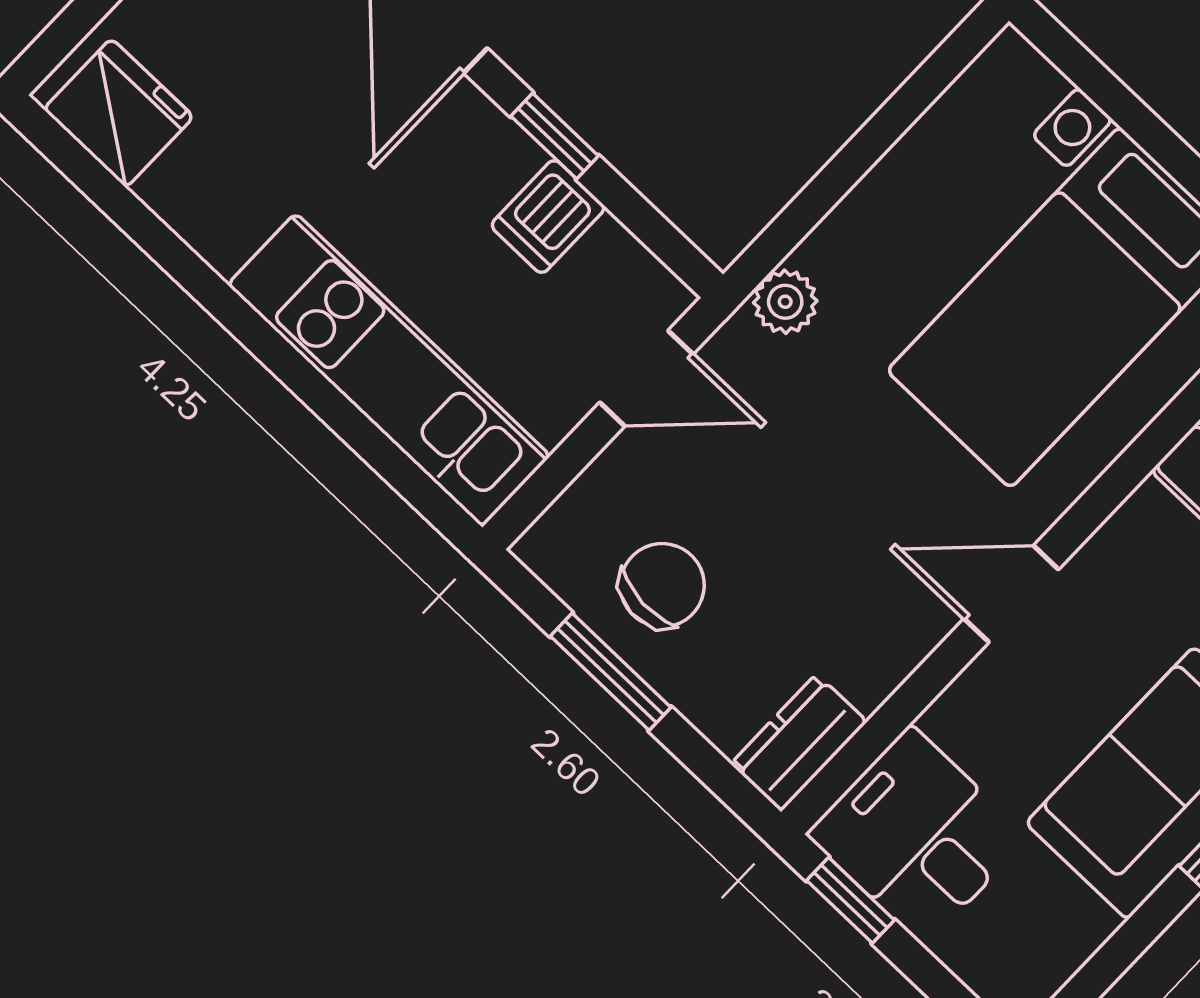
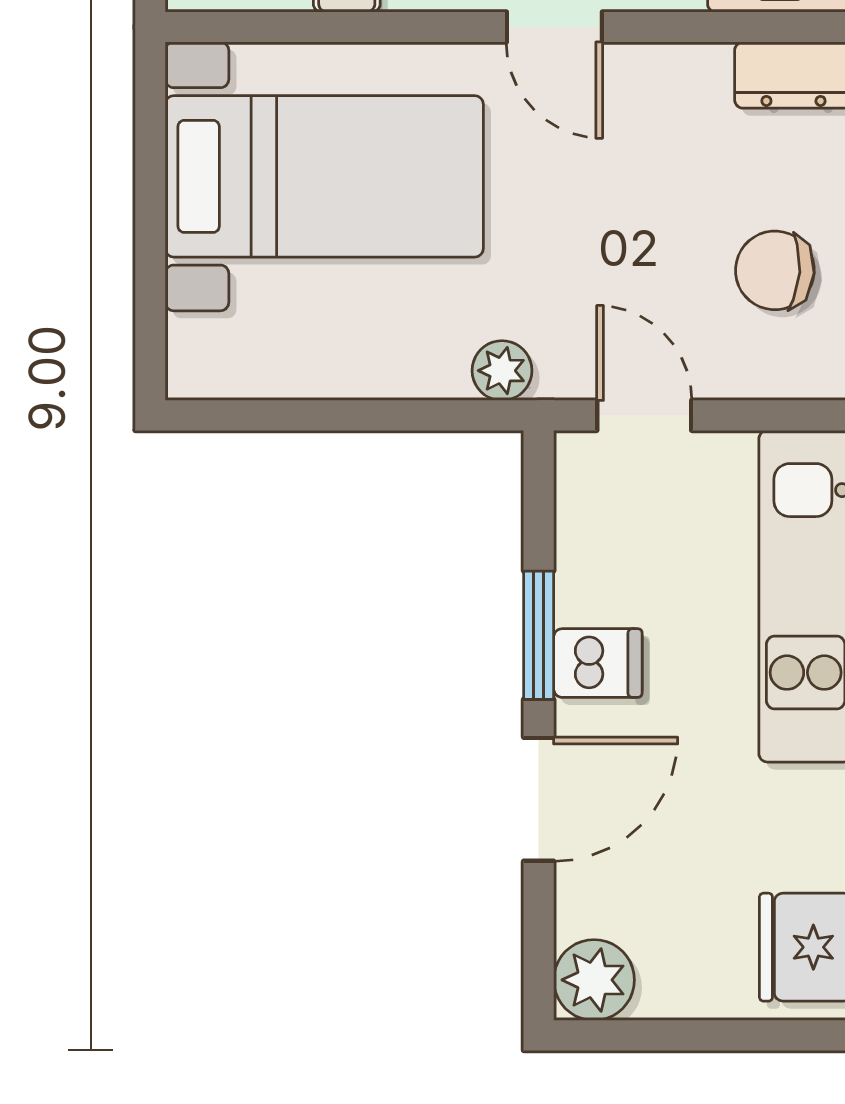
window: (555, 136) -> (539, 635), width x1.50
dishwasher: (548, 217) -> (598, 663), moved

